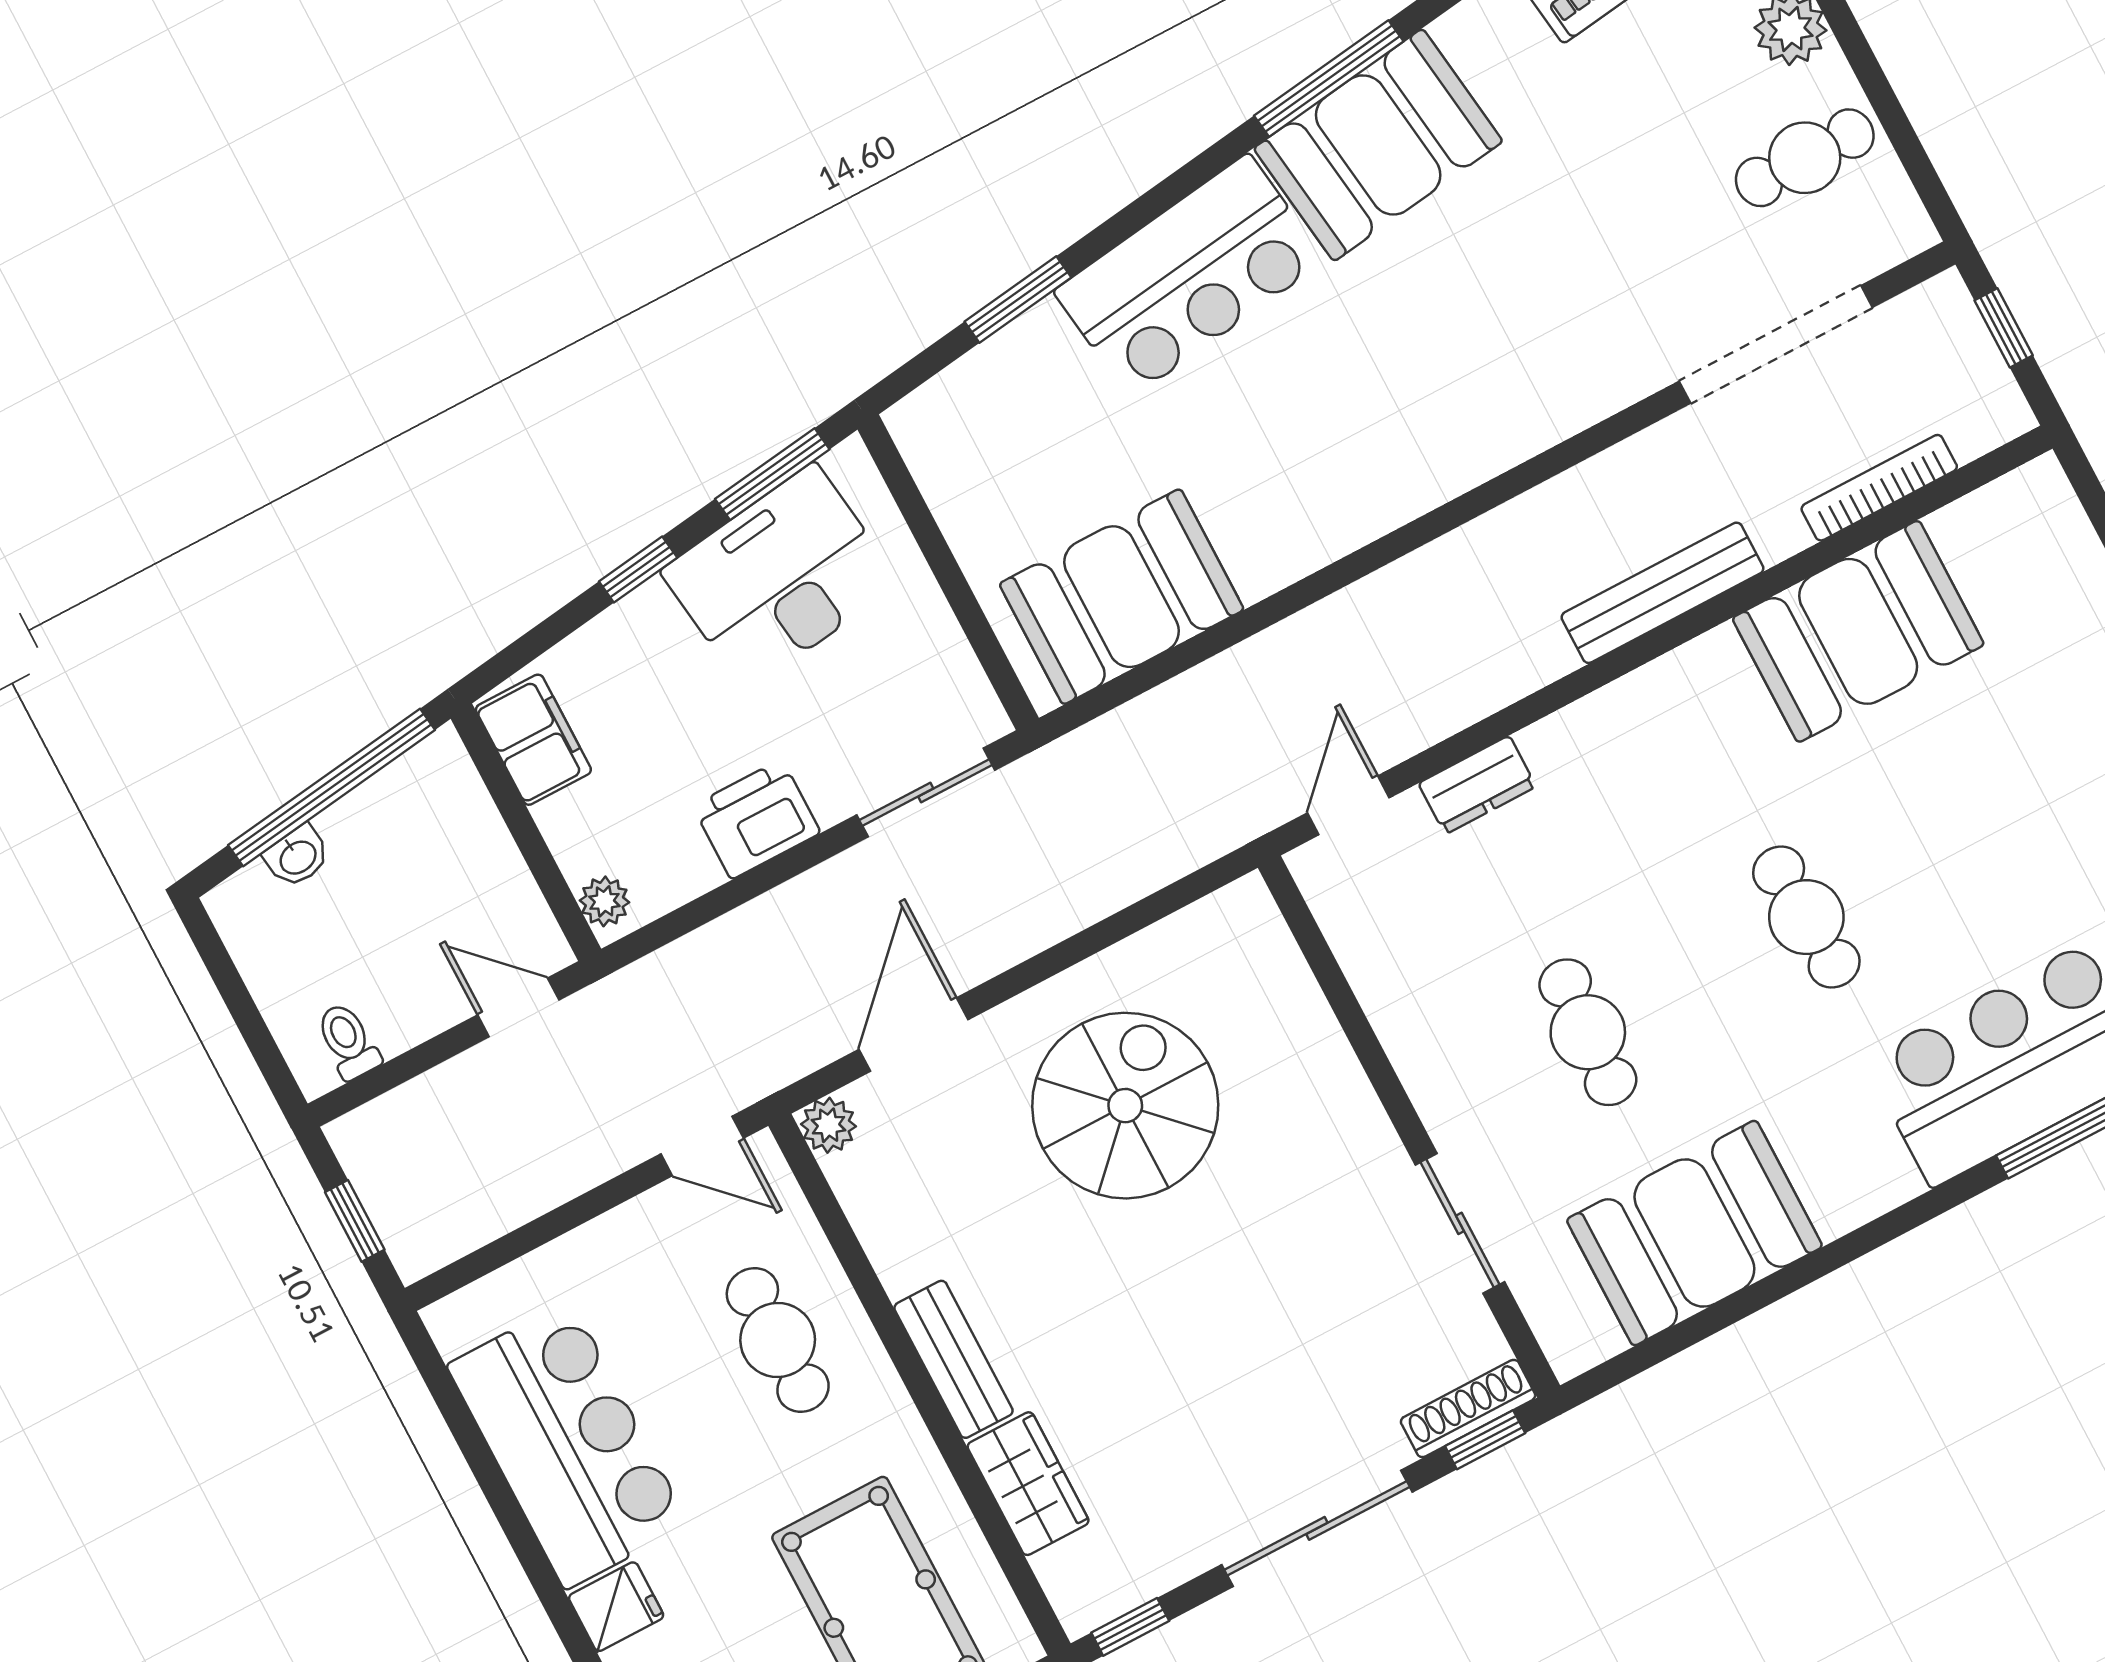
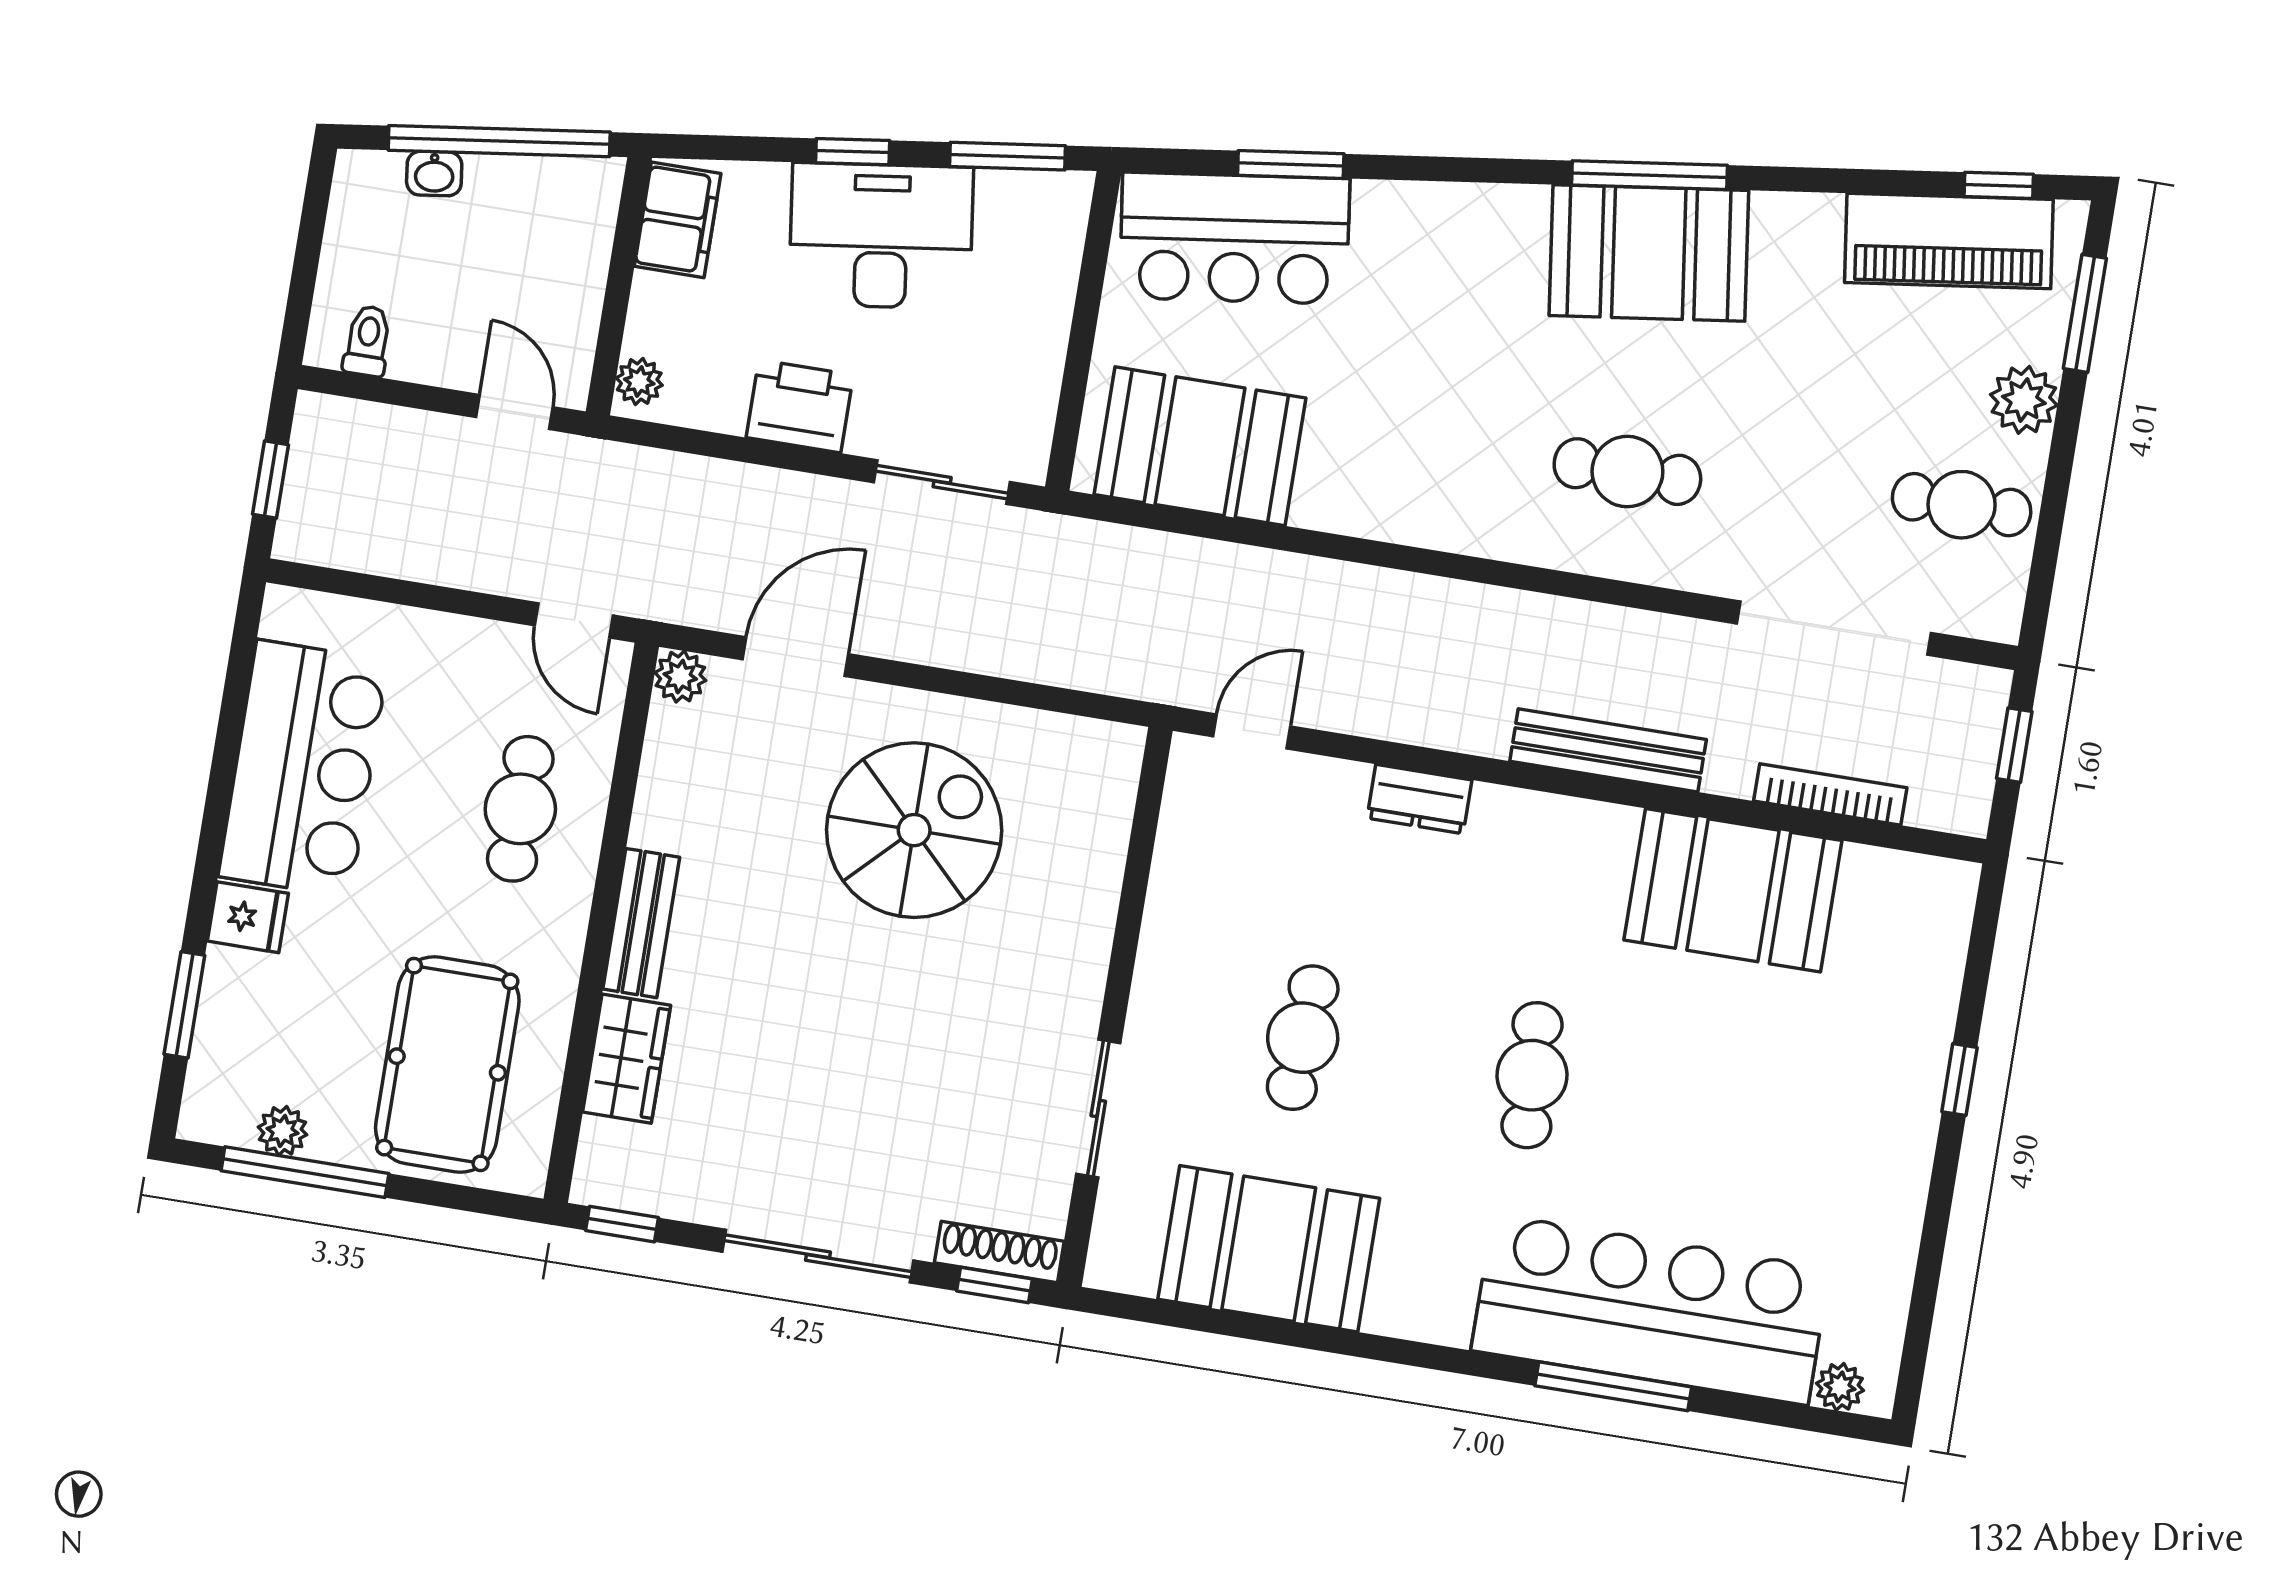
bar counter: (1189, 276) -> (1235, 238), moved
cafe table: (1500, 344) -> (1627, 472), added
desk: (780, 577) -> (881, 236), moved
dresser: (1477, 785) -> (1419, 799), moved

